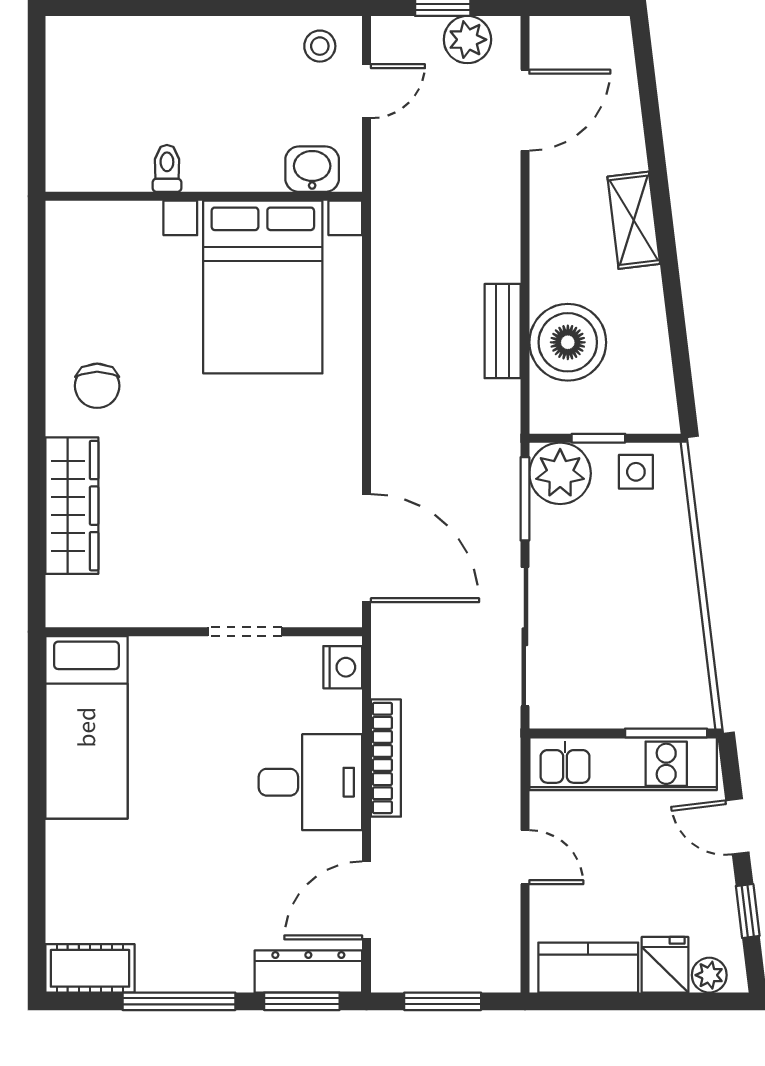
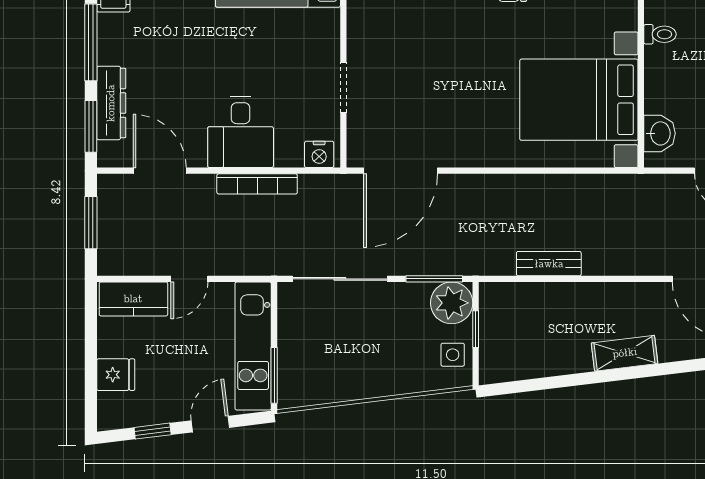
boiler: (568, 342) -> (541, 308), removed
kitchen counter: (588, 968) -> (133, 299), moved, turned 90
dresser: (308, 971) -> (111, 103), moved
plant: (709, 975) -> (109, 405), removed

